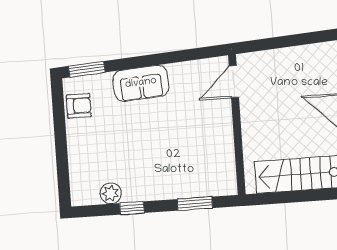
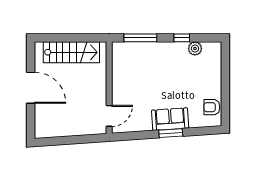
window: (87, 69) -> (171, 133), moved
window: (195, 204) -> (140, 38), width x1.44

